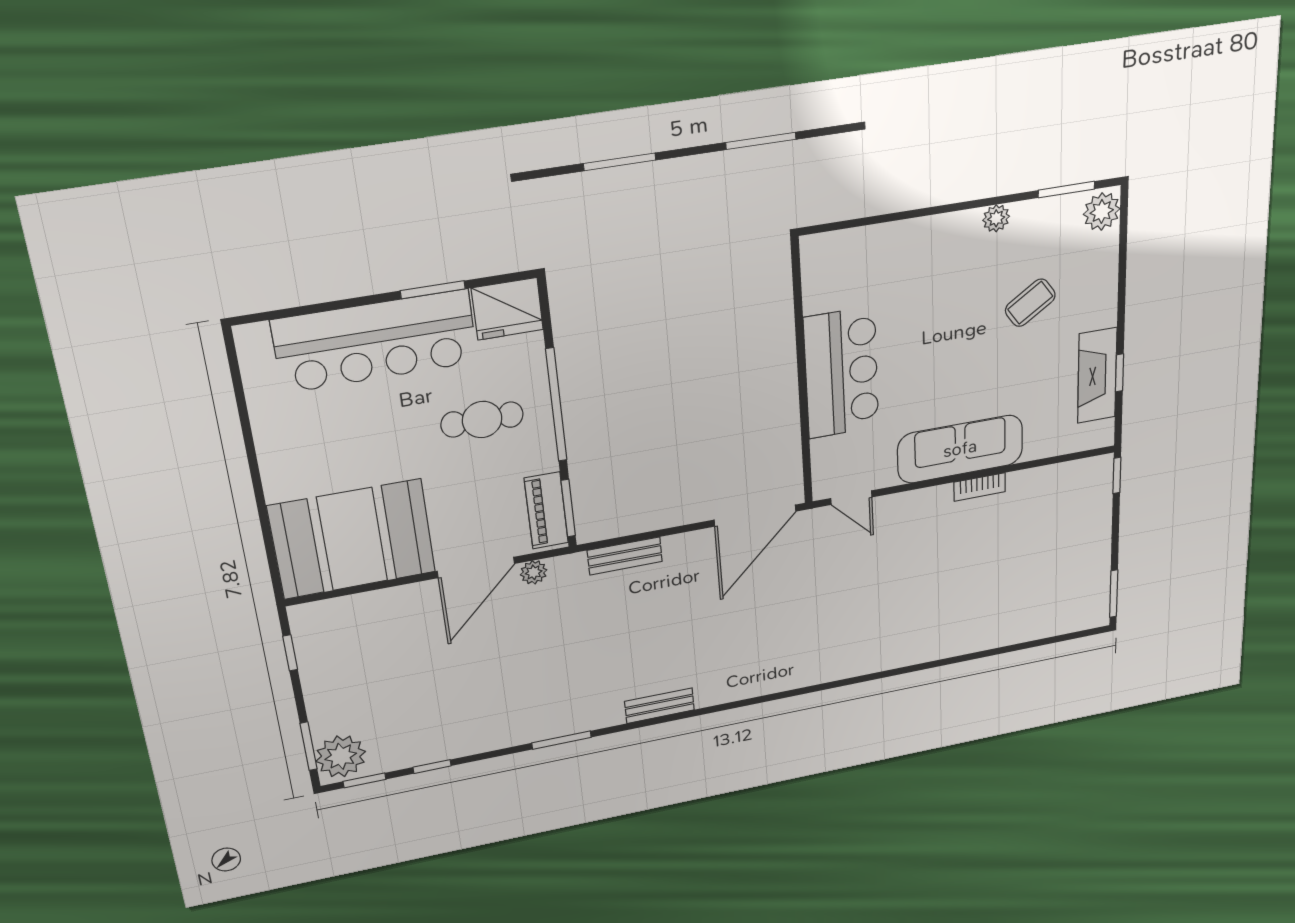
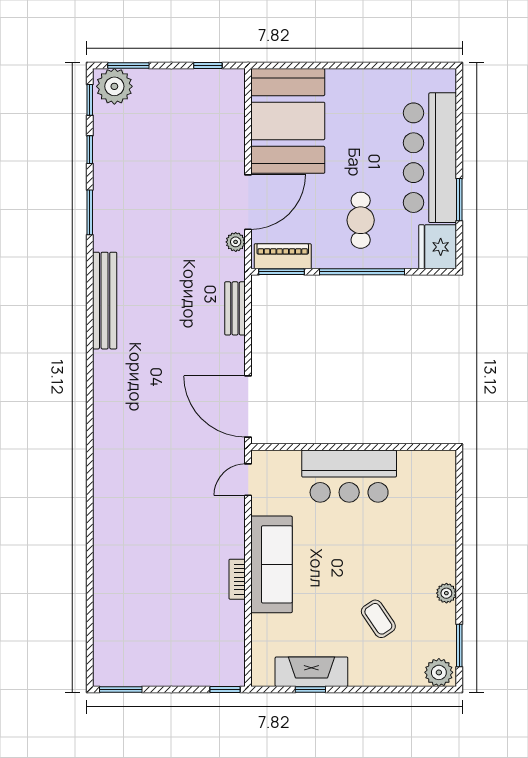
door: (476, 567) -> (248, 202), swing flipped
bench: (660, 706) -> (105, 301), width x1.86, depth x1.21
window: (562, 740) -> (90, 212), moved

